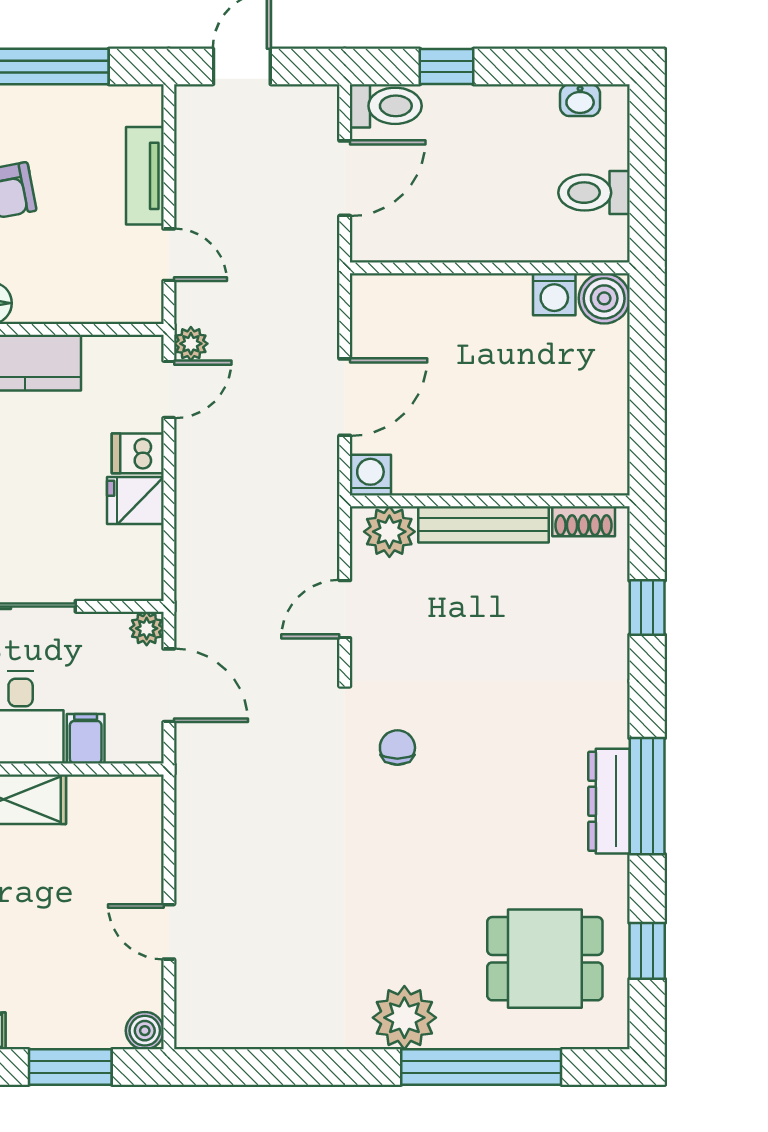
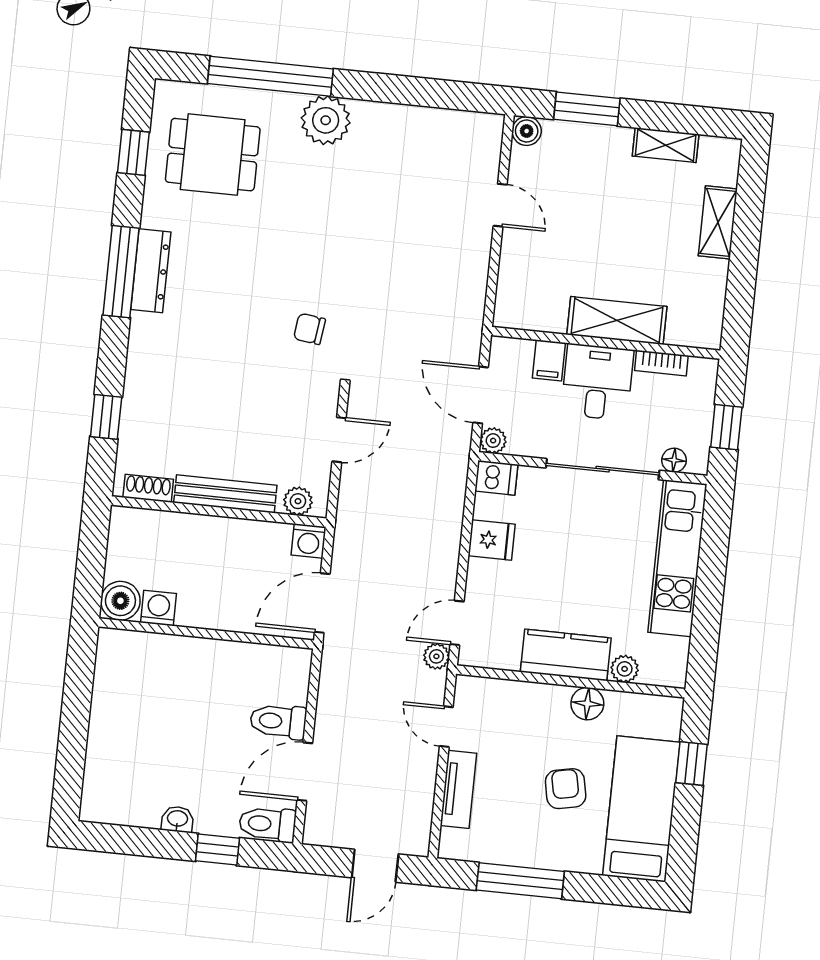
washbasin: (580, 100) -> (177, 819), moved
toilet: (594, 193) -> (278, 721), moved, turned 180
wall: (490, 268) -> (206, 633), moved
washing machine: (554, 294) -> (159, 608), moved
boiler: (604, 298) -> (120, 601), moved
dishwasher: (138, 453) -> (496, 478), moved
plant: (389, 532) -> (298, 501), width x0.73, depth x0.73
chair: (397, 748) -> (309, 329), turned 97

